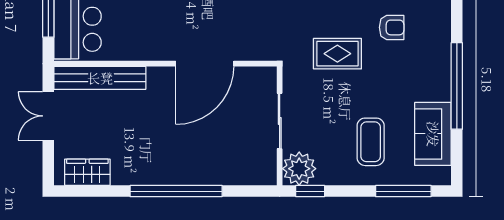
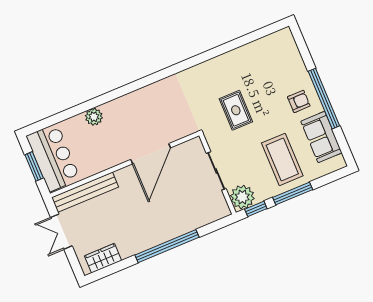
armchair: (392, 27) -> (299, 101), moved
rug: (337, 54) -> (236, 110), turned 90
coffee table: (371, 142) -> (282, 159), width x1.36, depth x1.32
window: (403, 191) -> (293, 193), moved

